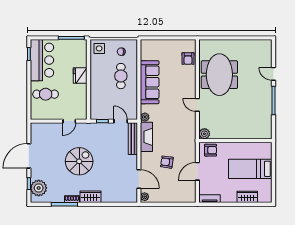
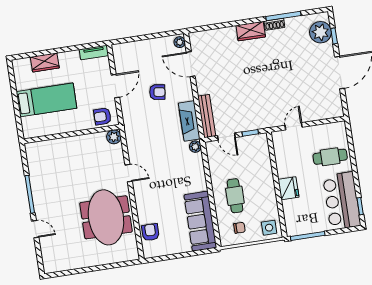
sofa: (150, 82) -> (200, 221), moved
spiral stairs: (79, 161) -> (273, 75), removed

